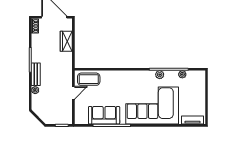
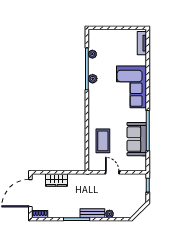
coffee table: (89, 79) -> (103, 141), moved
corner sofa: (152, 105) -> (132, 87), width x0.73, depth x0.74

